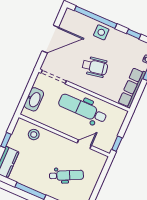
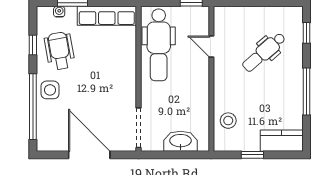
wheelchair: (95, 67) -> (60, 51), moved
dental chair: (83, 109) -> (159, 45), moved
dental chair: (66, 175) -> (264, 52), turned -105

